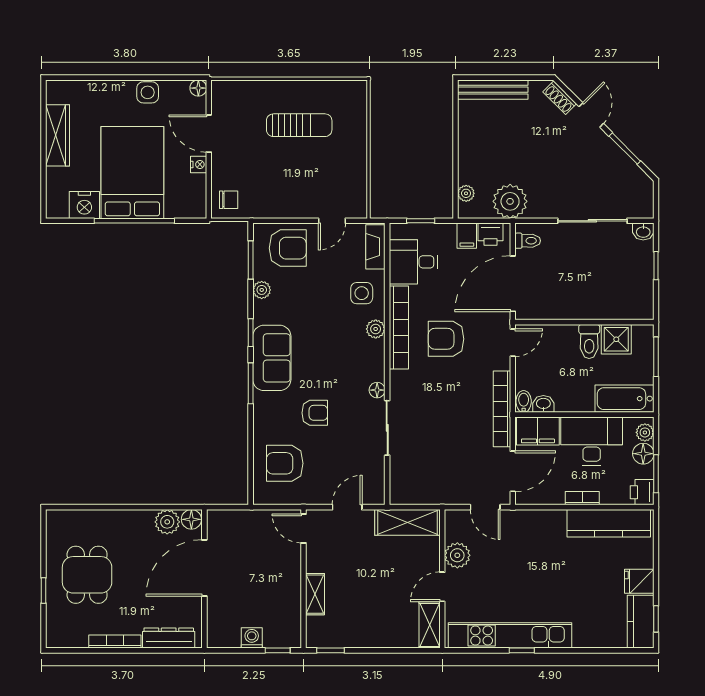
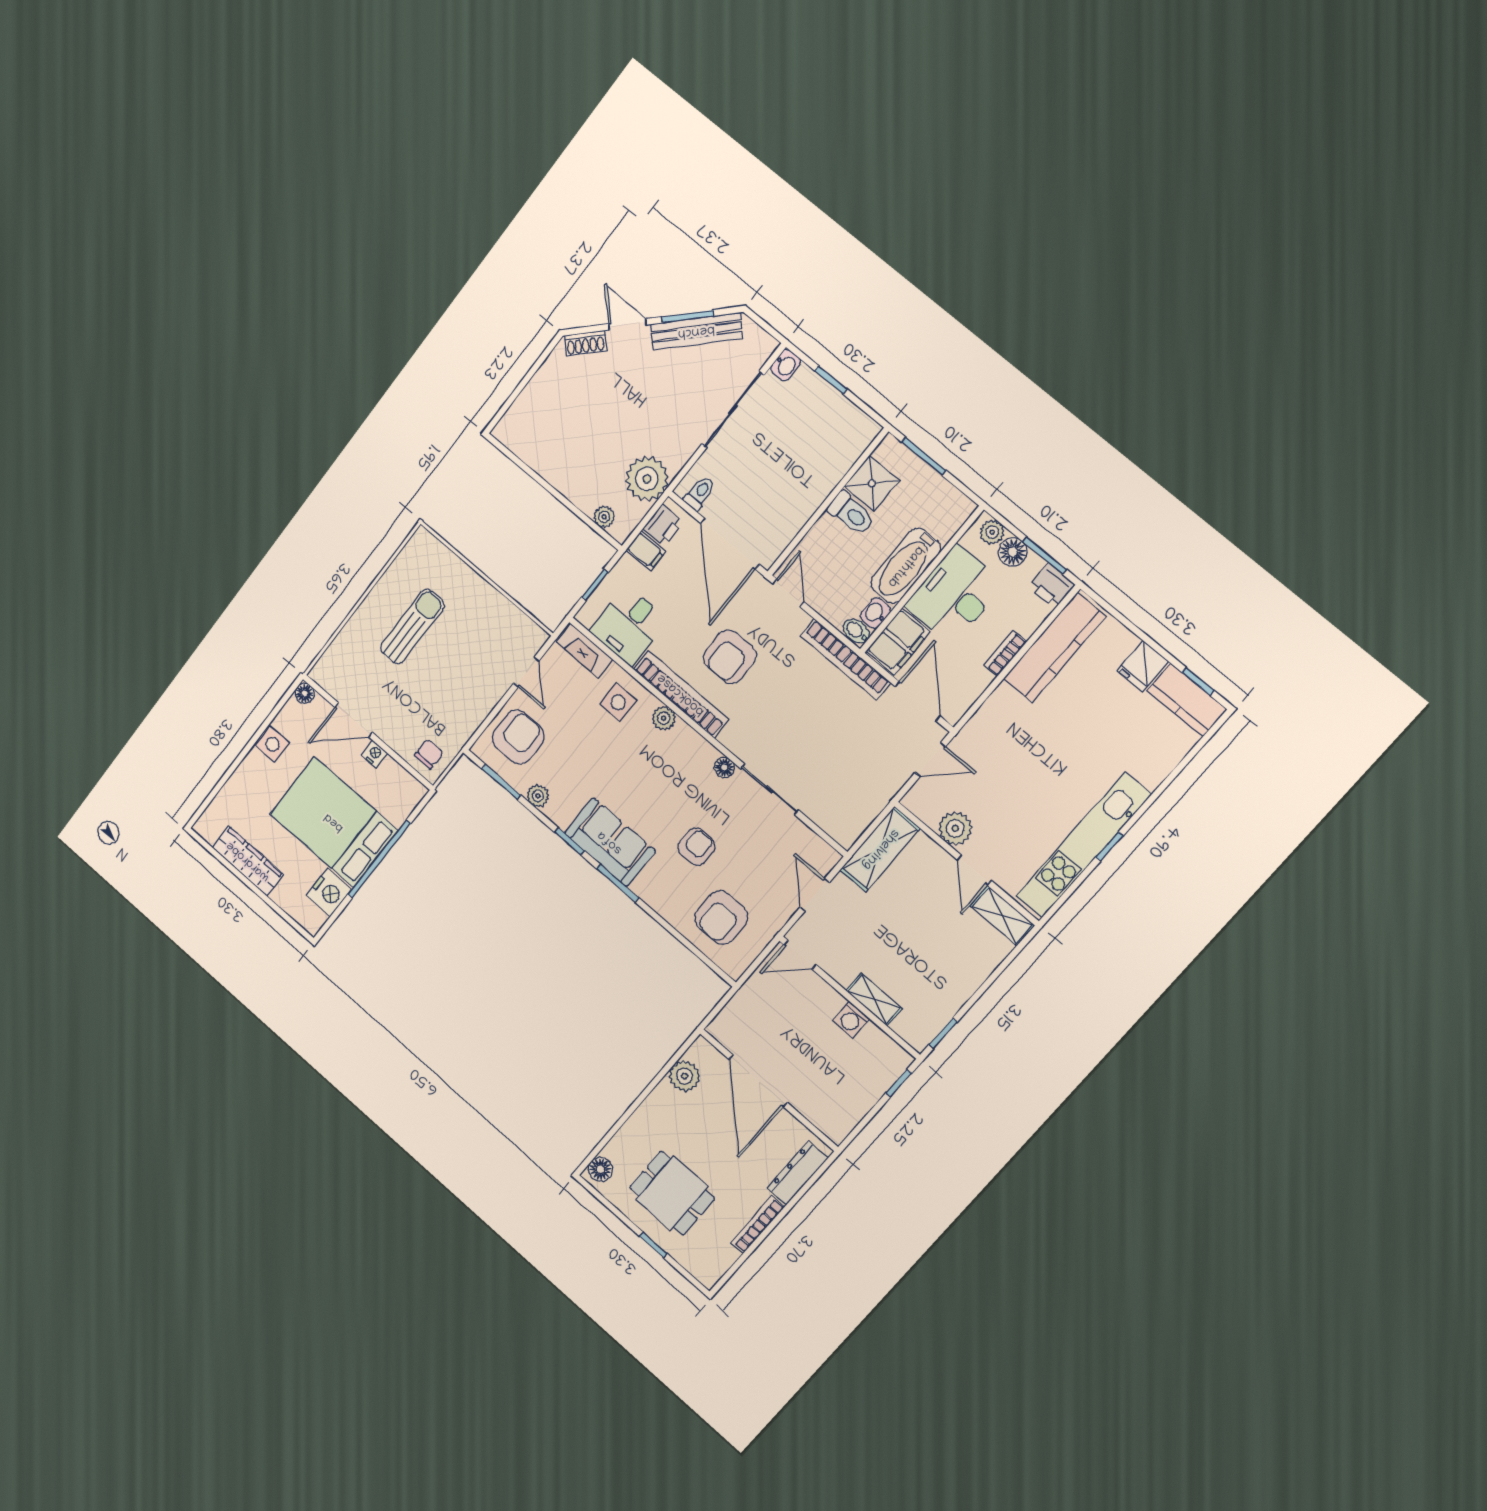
bench: (493, 90) -> (696, 331), moved, turned 45
bathtub: (624, 399) -> (905, 566), moved
floor lamp: (191, 519) -> (600, 1169), moved
washing machine: (252, 638) -> (851, 1020), moved, turned -90

